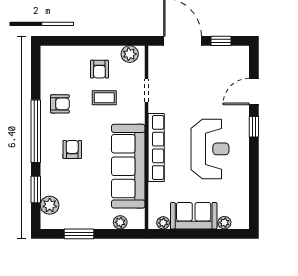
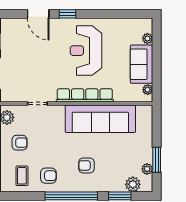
coffee table: (104, 98) -> (22, 176), moved
armchair: (60, 104) -> (48, 176), turned 90
reception desk: (210, 149) -> (86, 51), turned -90
plant: (120, 222) -> (147, 169), moved

